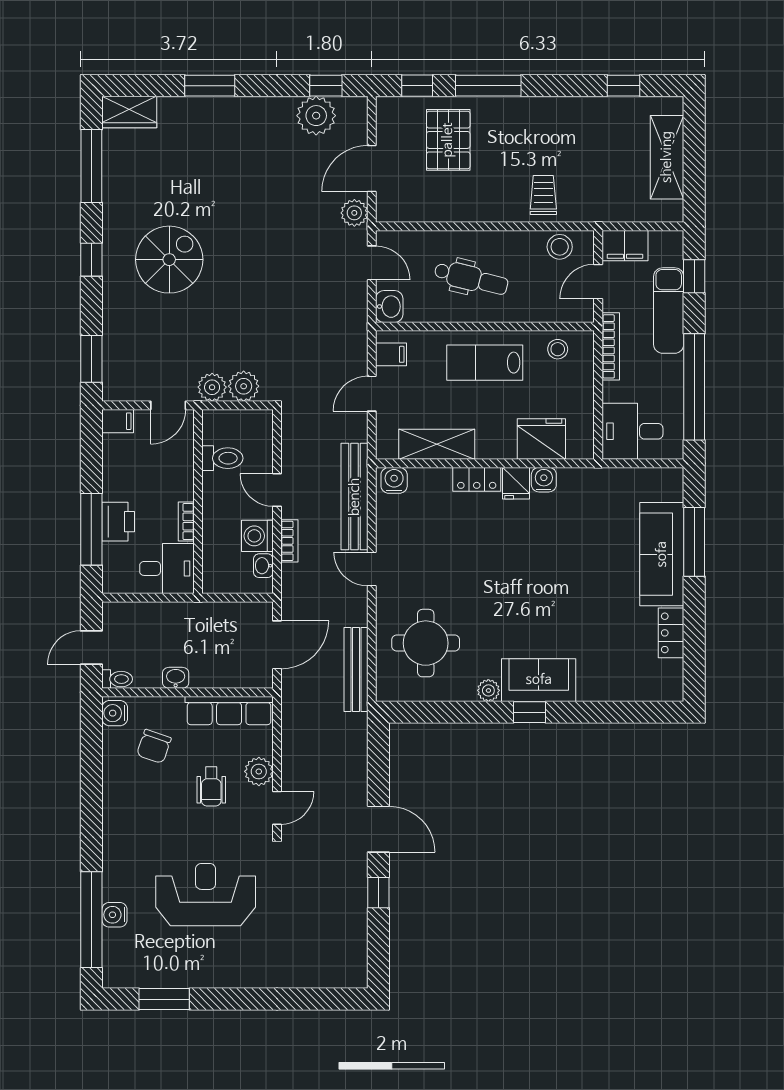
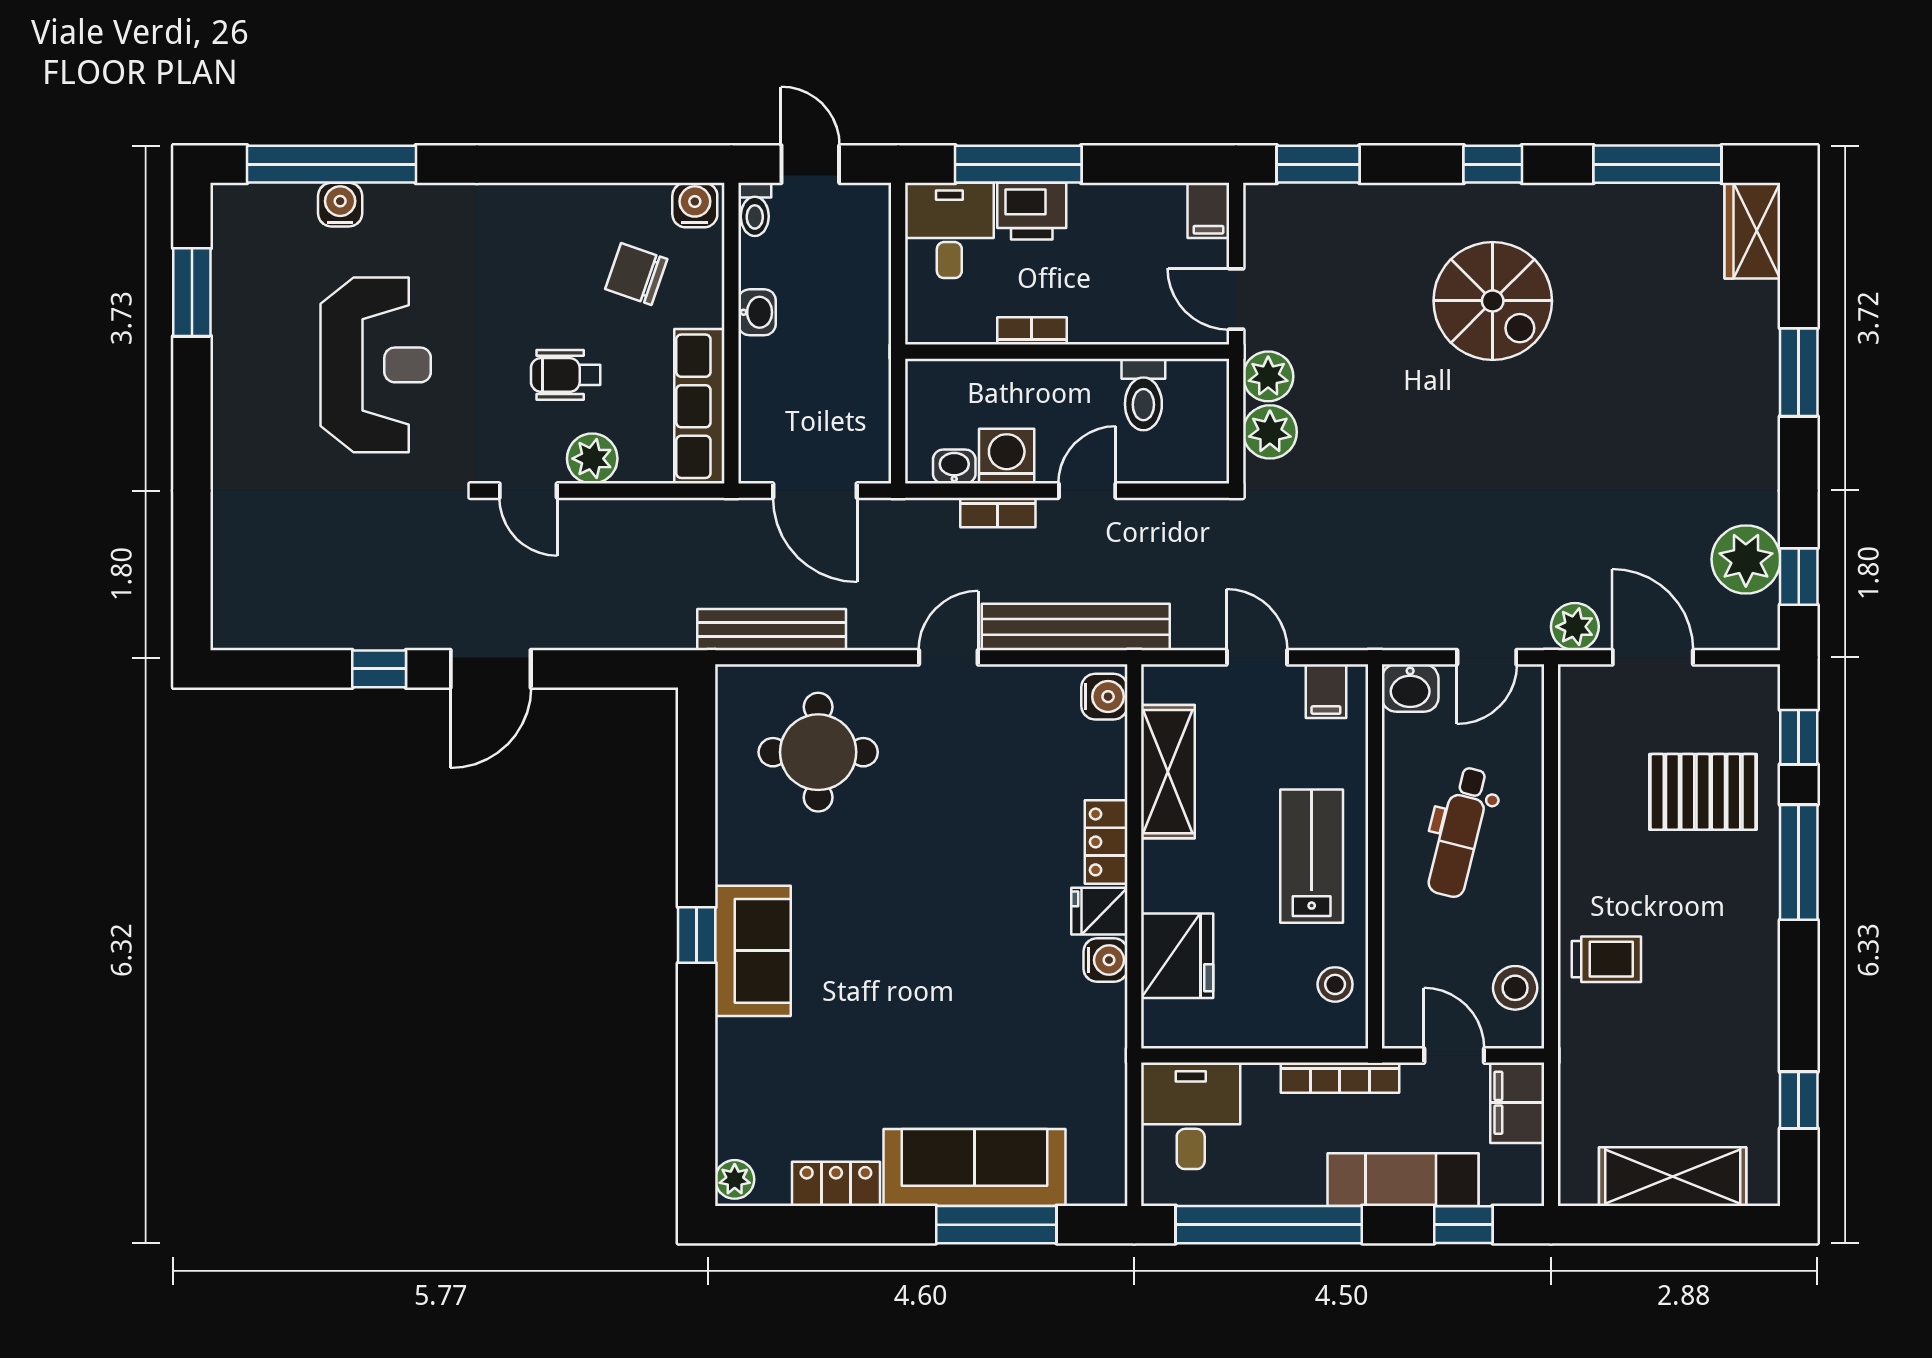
desk: (167, 568) -> (949, 230), moved, turned 180
plant: (488, 690) -> (735, 1179), moved

